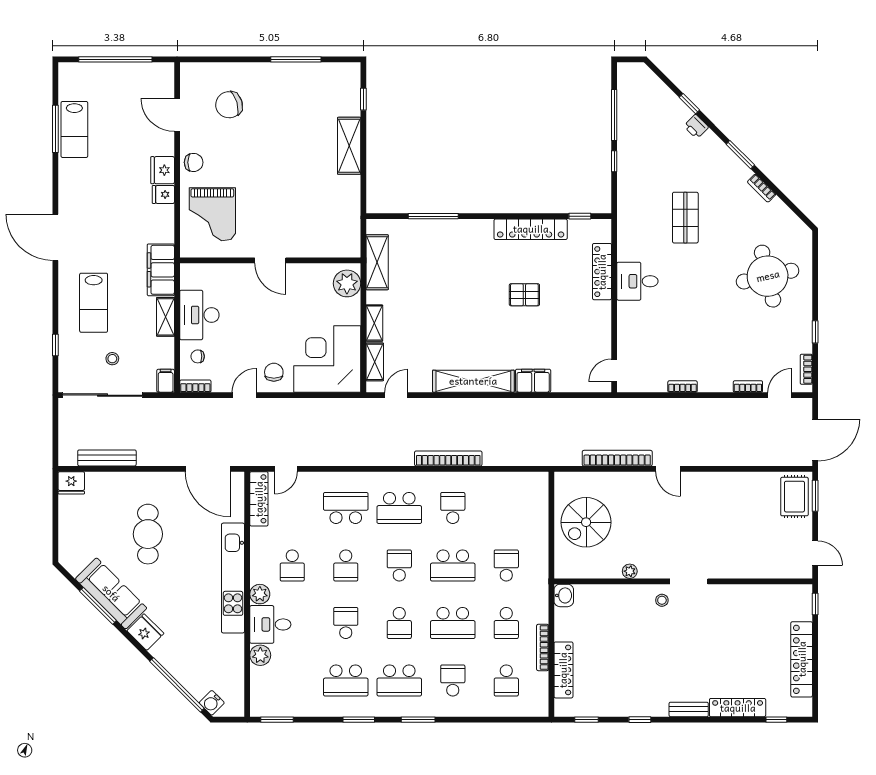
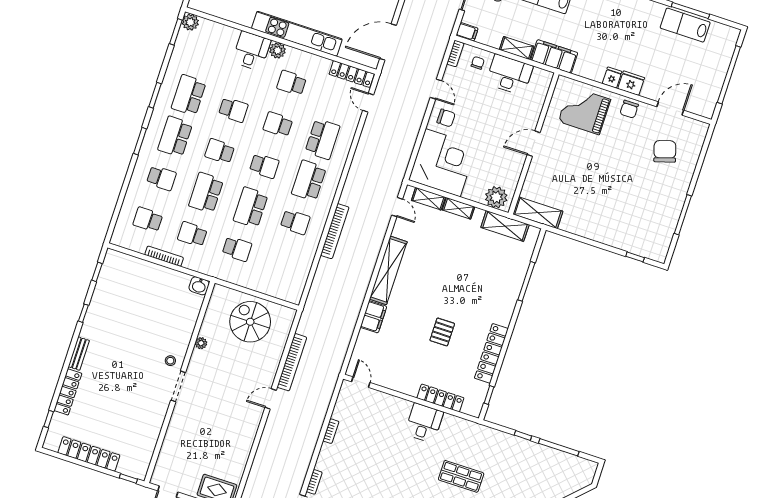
shelving: (349, 146) -> (538, 213), moved
plant: (260, 655) -> (190, 22), moved
locker: (563, 670) -> (141, 267), removed

